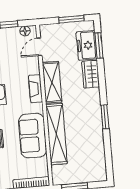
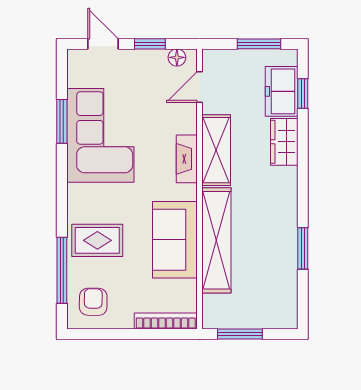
window: (99, 46) -> (303, 94), width x0.67
window: (105, 117) -> (303, 248), moved

